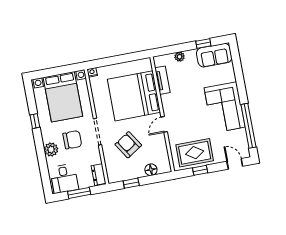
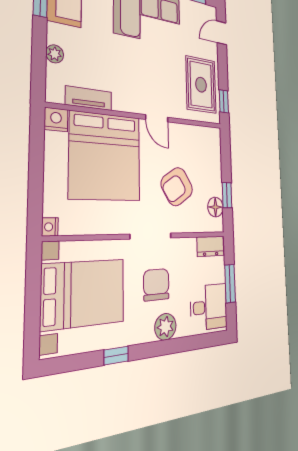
nightstand: (146, 64) -> (56, 120), added
floor lamp: (151, 170) -> (215, 207), moved
window: (200, 170) -> (224, 101), moved

